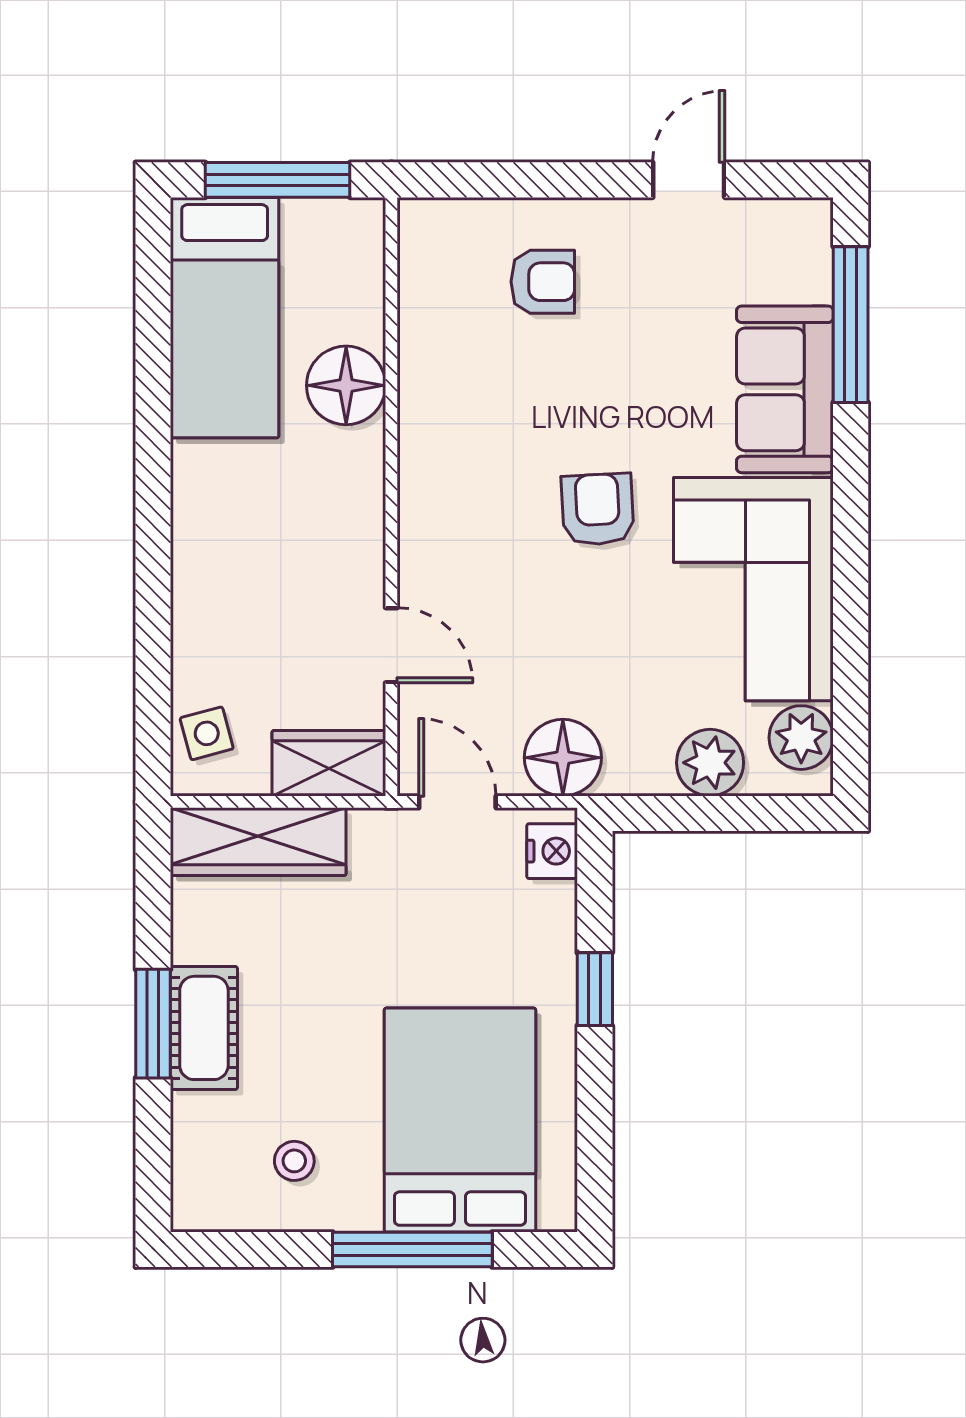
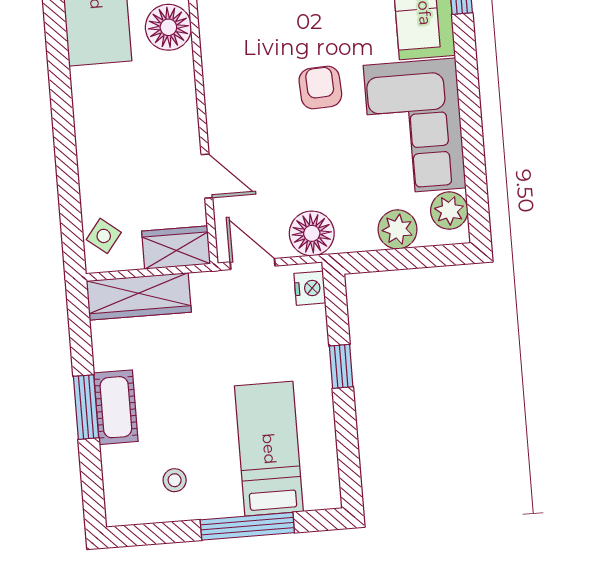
side table: (207, 733) -> (104, 236), turned -37
bed: (460, 1120) -> (269, 449), width x0.67

